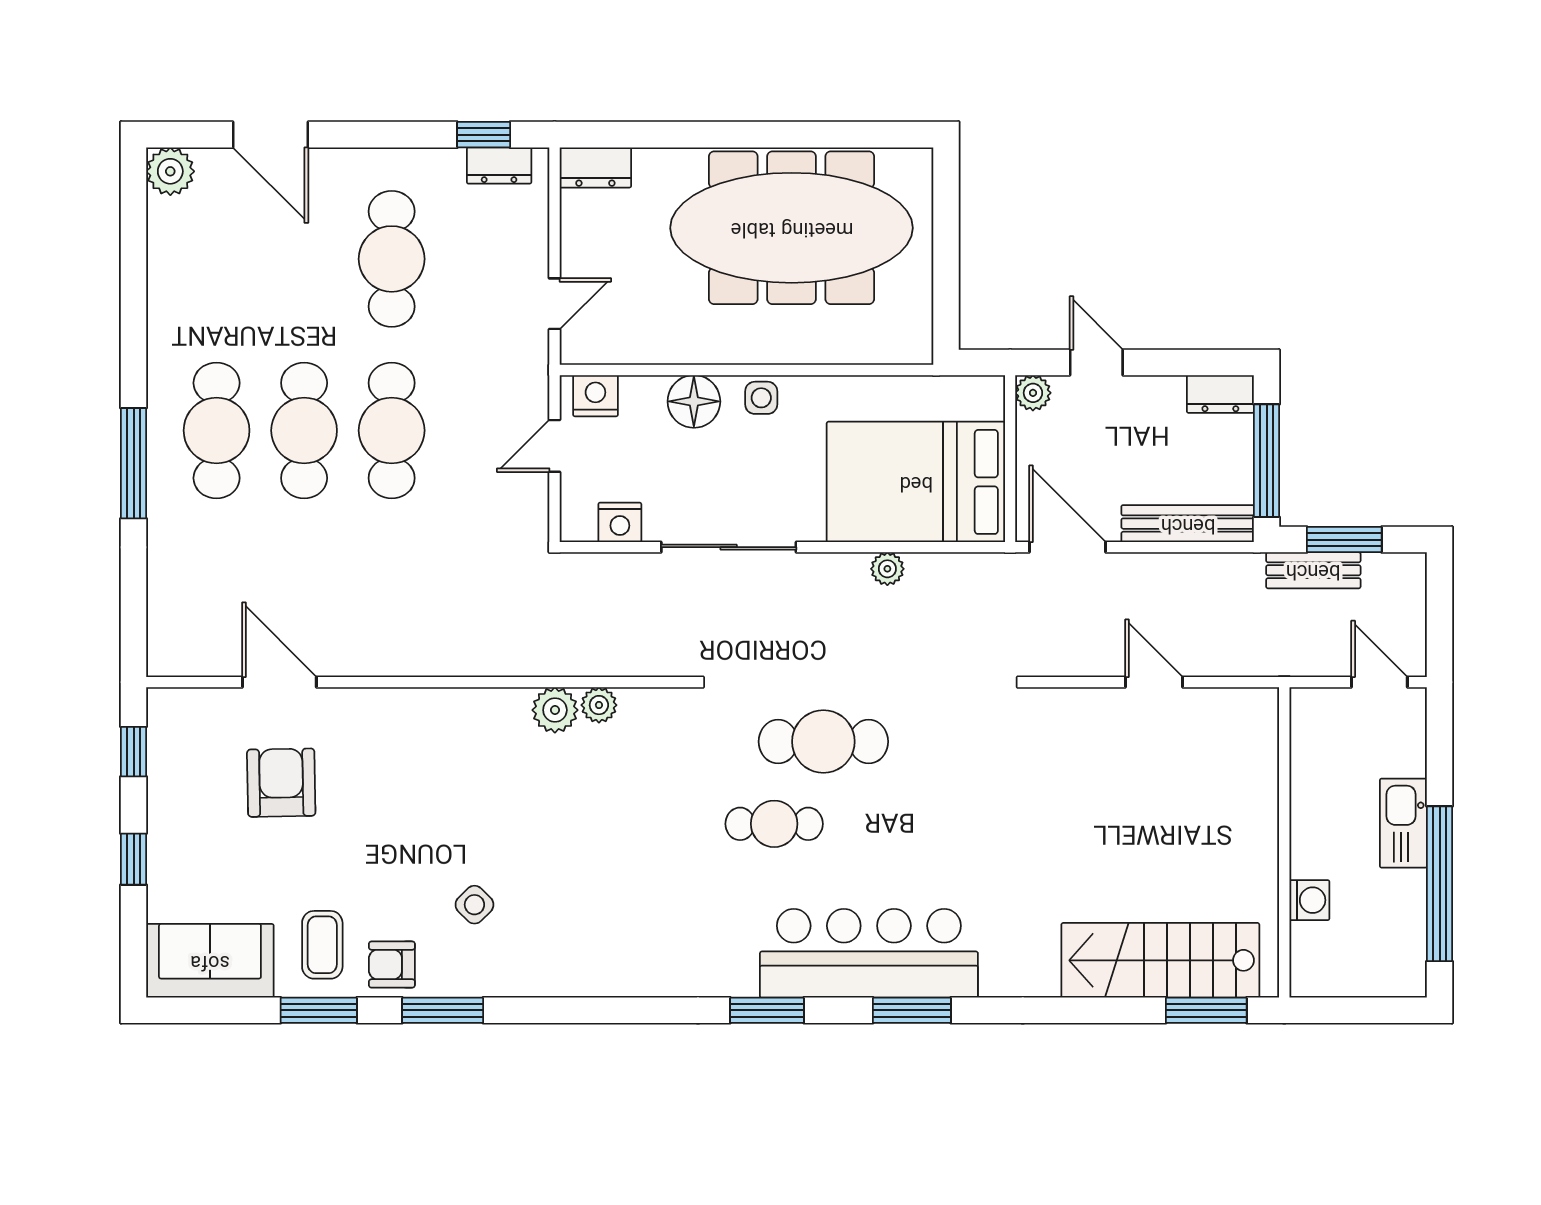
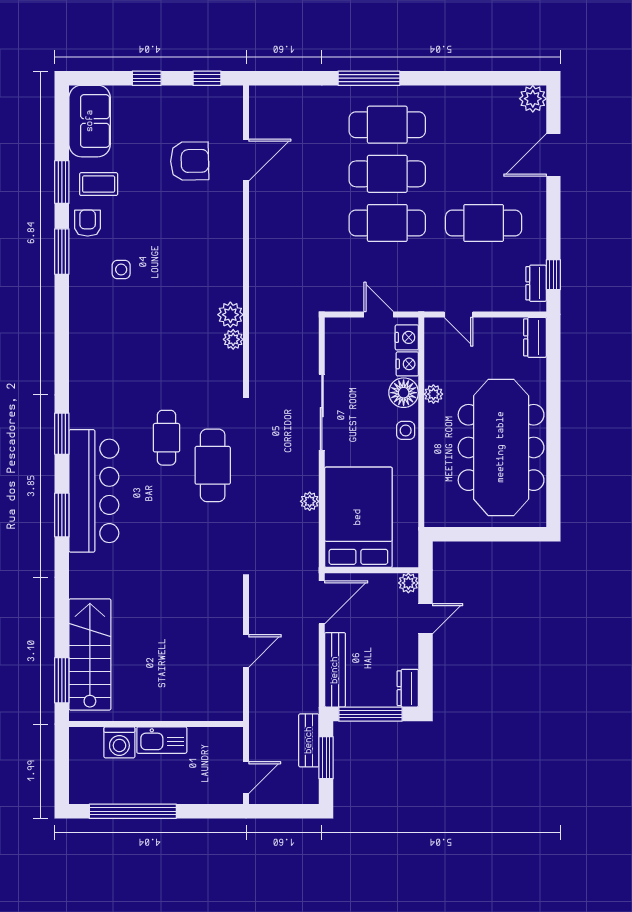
plant: (696, 348) -> (433, 394), added
nightstand: (620, 522) -> (407, 364), moved, turned 180
kitchen sink: (1403, 823) -> (162, 740), moved, turned 180
washing machine: (1309, 900) -> (119, 742), width x1.38, depth x1.38
side table: (474, 905) -> (121, 269), turned 45

